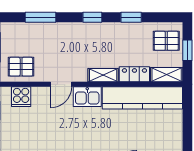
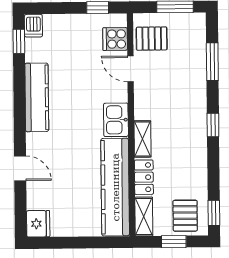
window: (131, 17) -> (214, 213), moved
pallet: (21, 67) -> (152, 39), turned 90
door: (61, 84) -> (131, 69), moved

